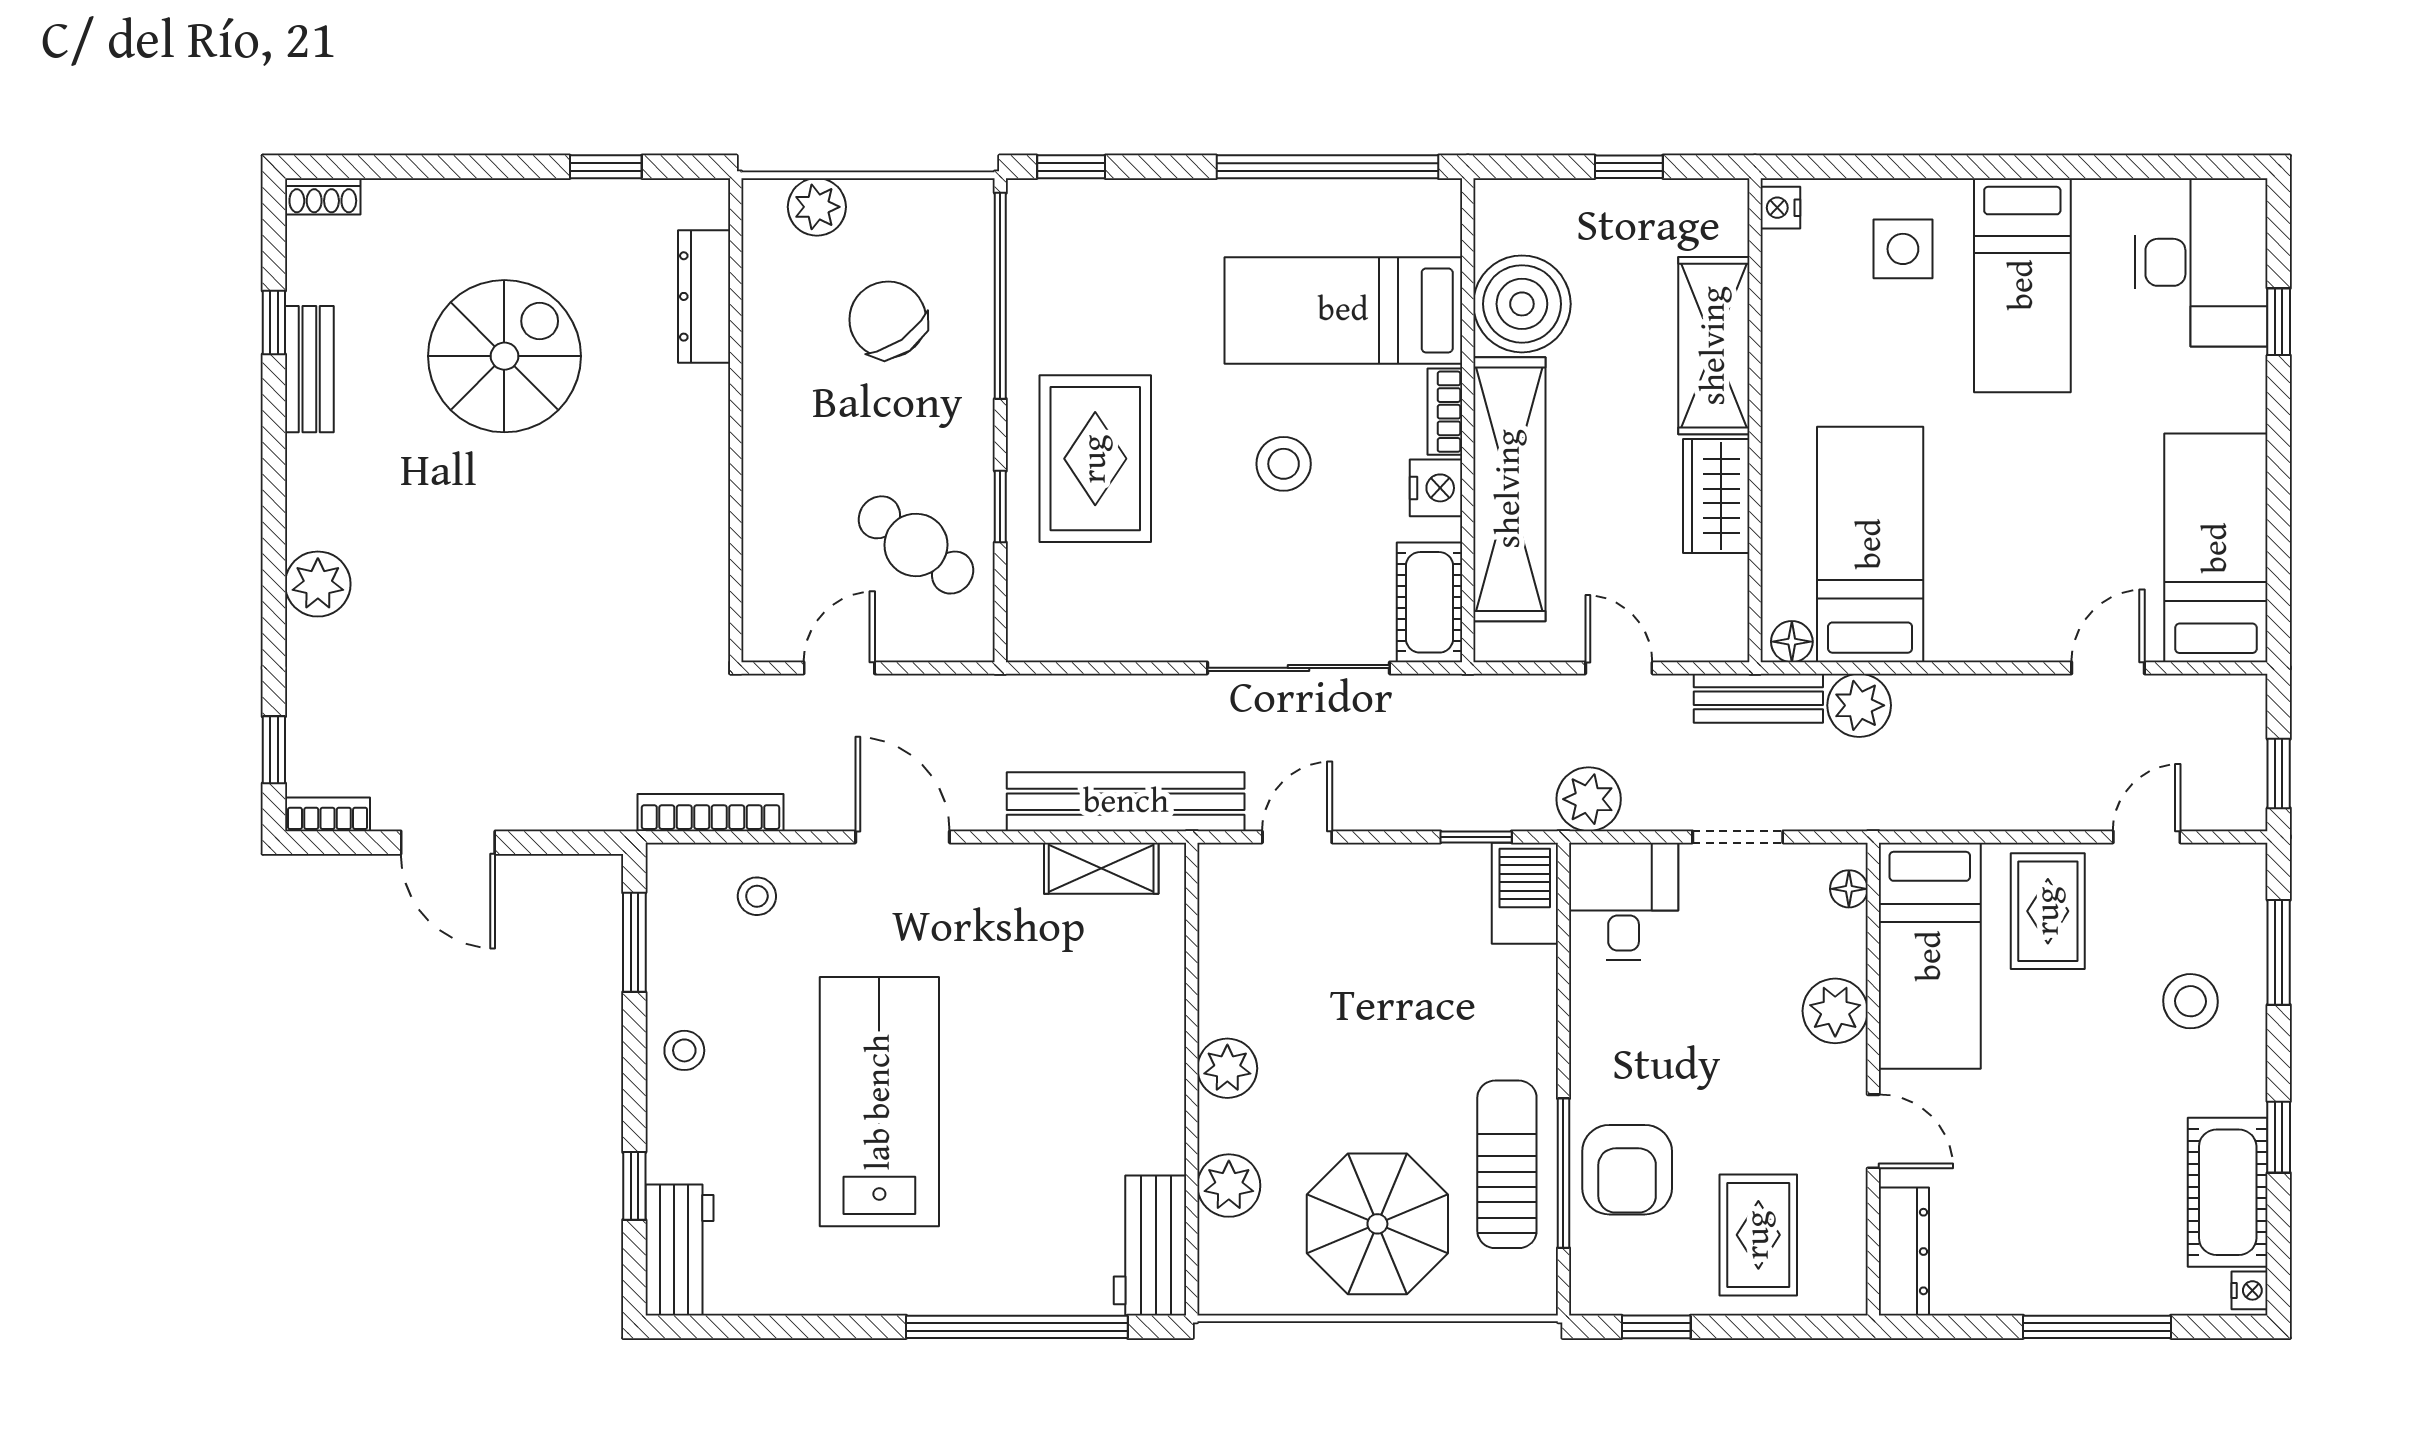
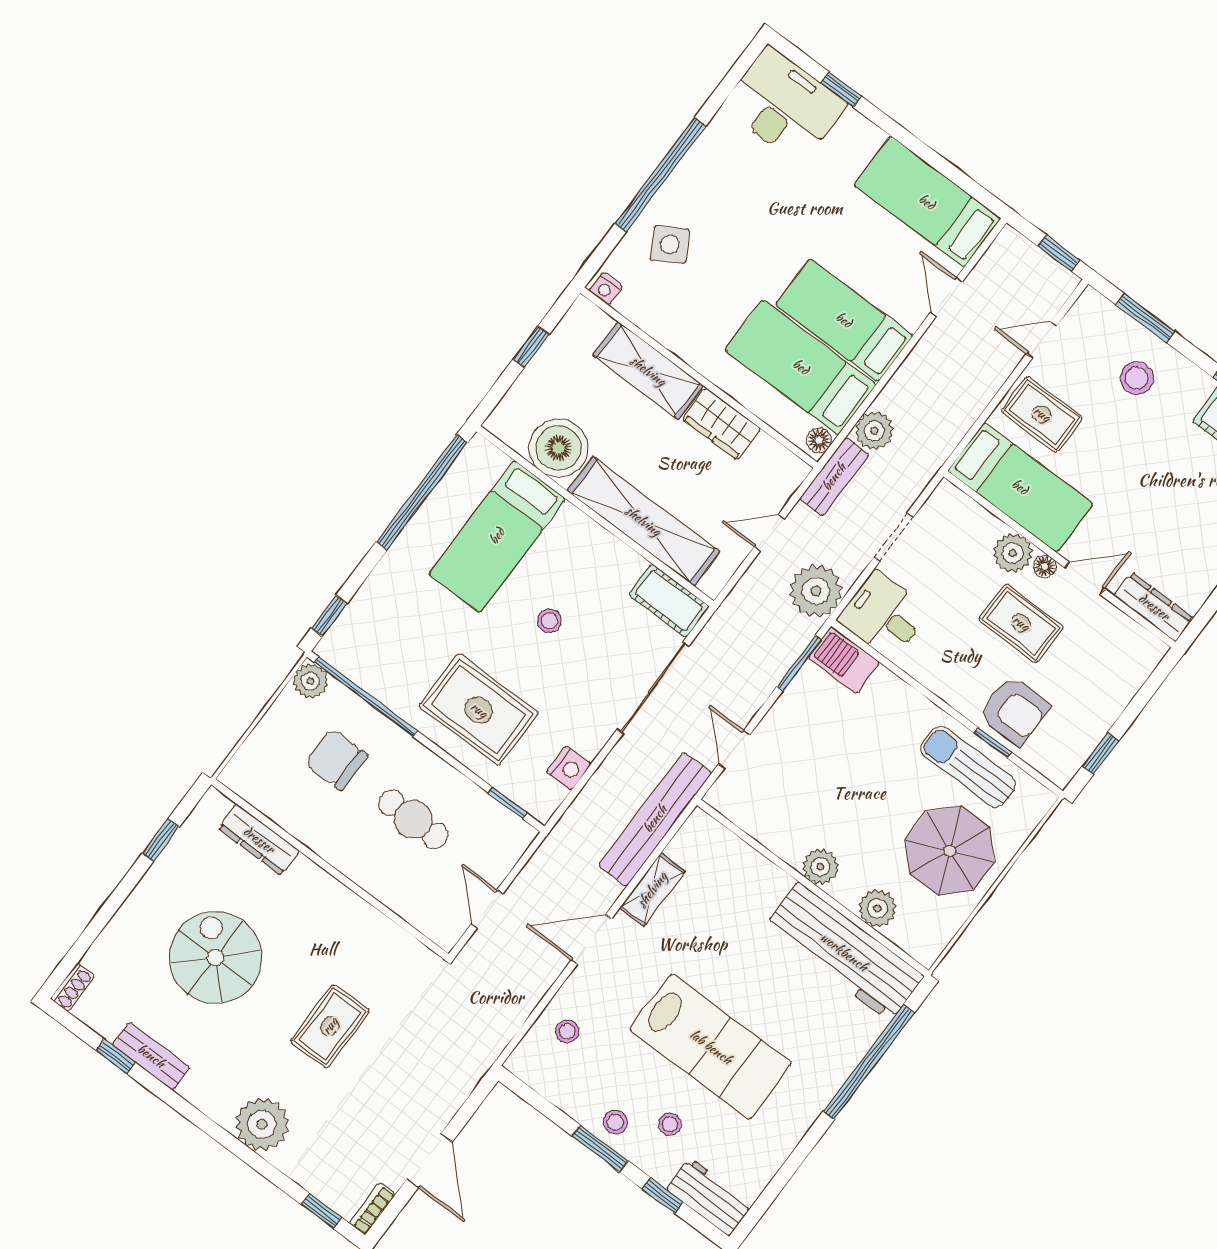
window: (1986, 167) -> (660, 175), added
plant: (817, 207) -> (310, 681), moved
side table: (1903, 249) -> (670, 244), turned -30
bed: (2022, 285) -> (844, 320), moved, turned 180
chair: (888, 320) -> (337, 759), turned 35
bookcase: (1445, 412) -> (583, 524), removed
stool: (1284, 464) -> (549, 621), width x0.73, depth x0.73
nightstand: (1436, 488) -> (569, 768), moved, turned 90
window: (1000, 507) -> (508, 803), moved
cafe table: (916, 545) -> (413, 819), moved, turned 53
rug: (528, 577) -> (330, 1026), added
plant: (318, 584) -> (262, 1124), width x1.36, depth x1.36
plant: (1589, 799) -> (816, 591), width x1.36, depth x1.36
bookcase: (710, 813) -> (510, 1023), removed
window: (1476, 837) -> (799, 663), width x1.50
door: (2147, 837) -> (1042, 340), hinge flipped
door: (448, 843) -> (429, 1161), hinge flipped
shelving: (1101, 868) -> (652, 890), moved
floor lamp: (1849, 889) -> (1045, 566), moved
window: (634, 942) -> (600, 1148), moved
lab bench: (879, 1102) -> (711, 1047), turned 180
stool: (736, 1125) -> (670, 1124), added
window: (1563, 1173) -> (993, 743), width x0.46
rug: (1758, 1235) -> (1021, 623), moved
workbench: (1150, 1245) -> (844, 952), width x1.87, depth x1.32

